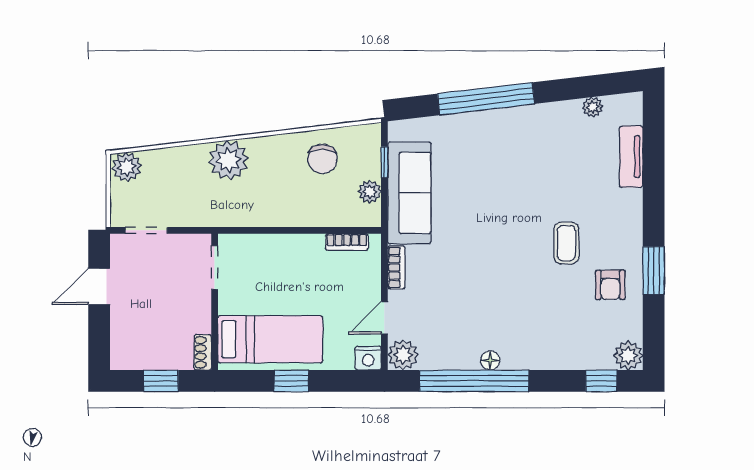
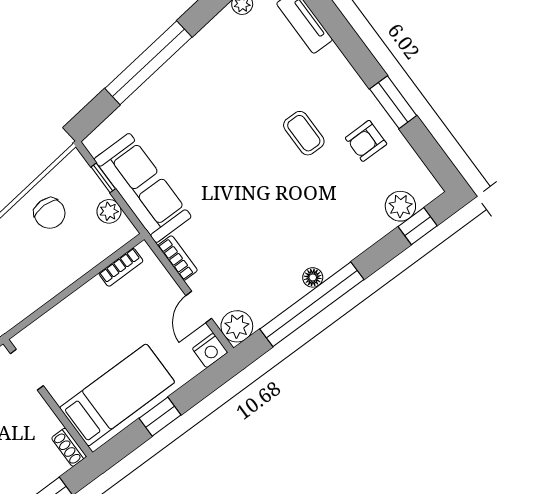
armchair: (610, 285) -> (366, 141), turned 90
plant: (628, 355) -> (400, 206), moved

